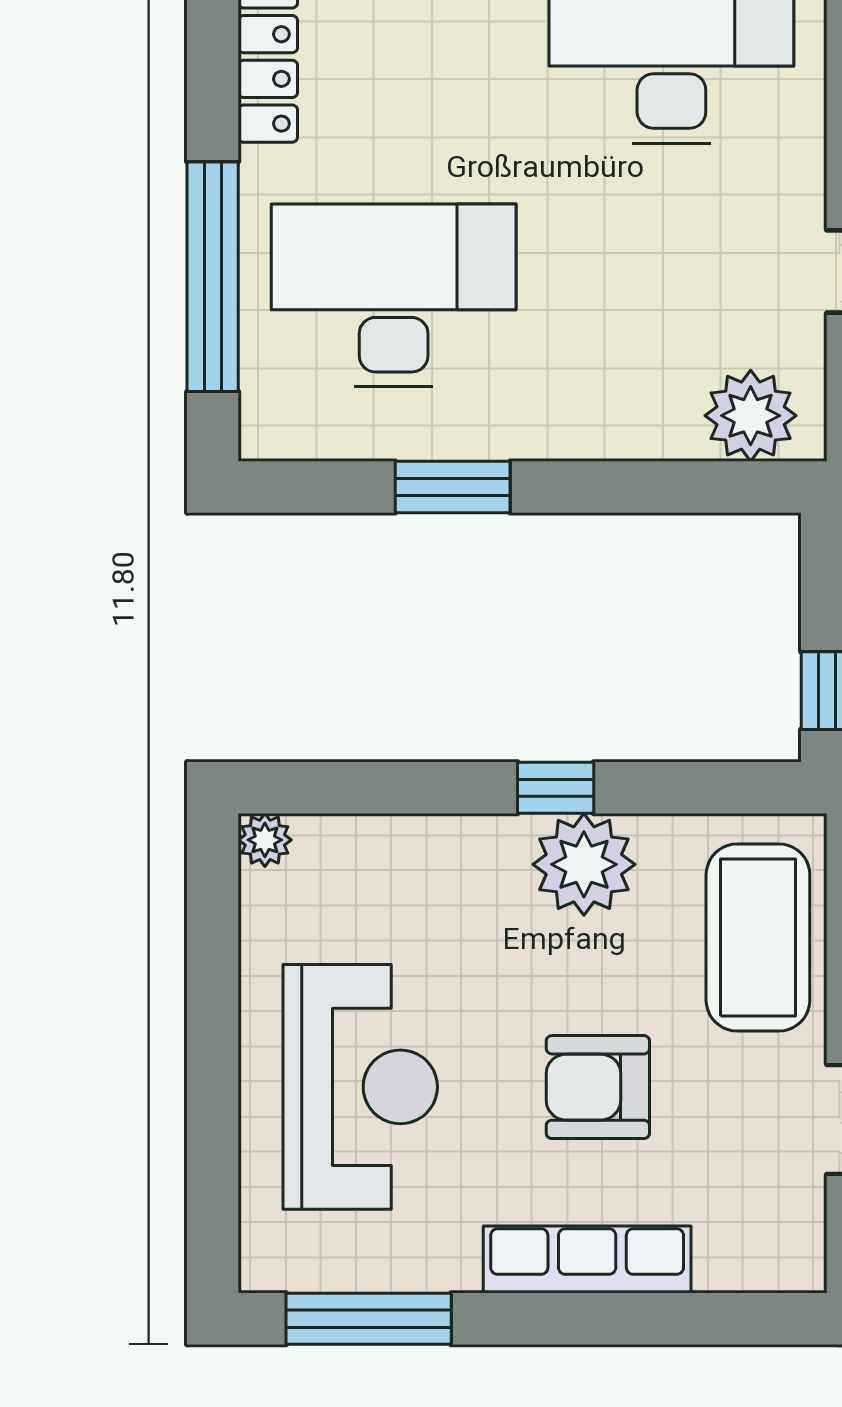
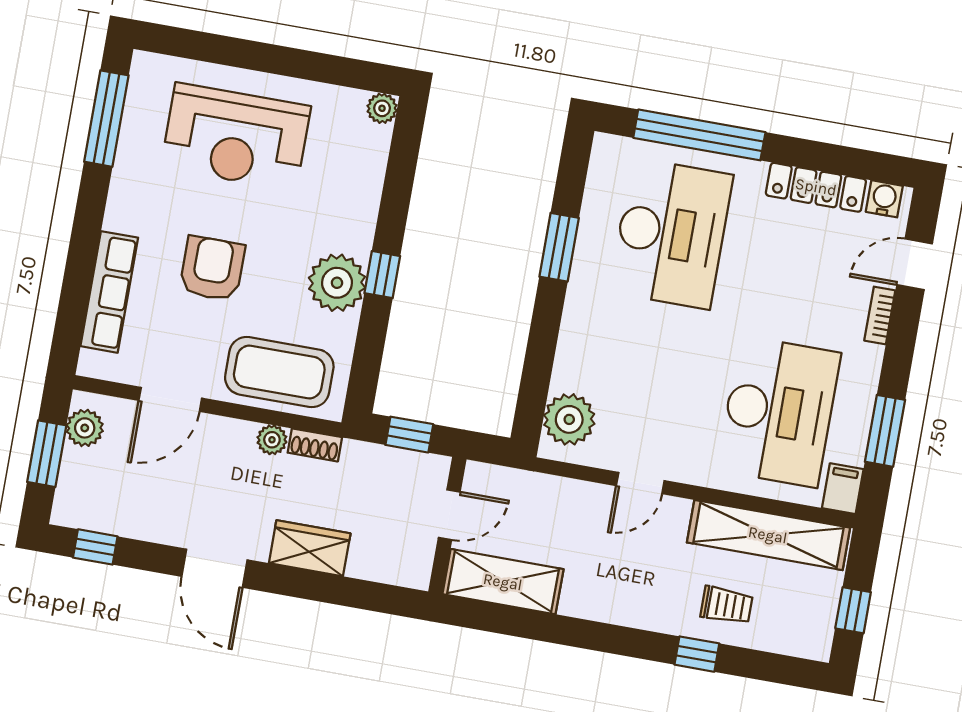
row of seats: (587, 1260) -> (109, 292), moved

